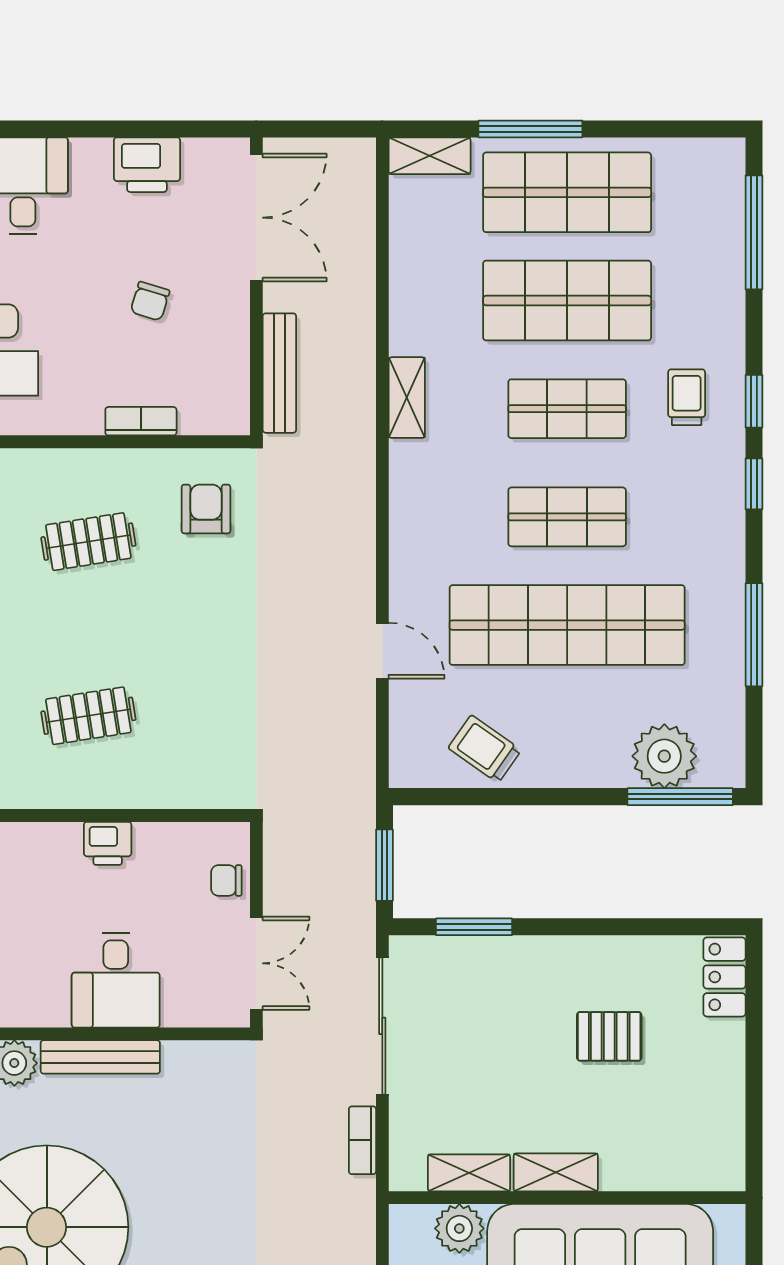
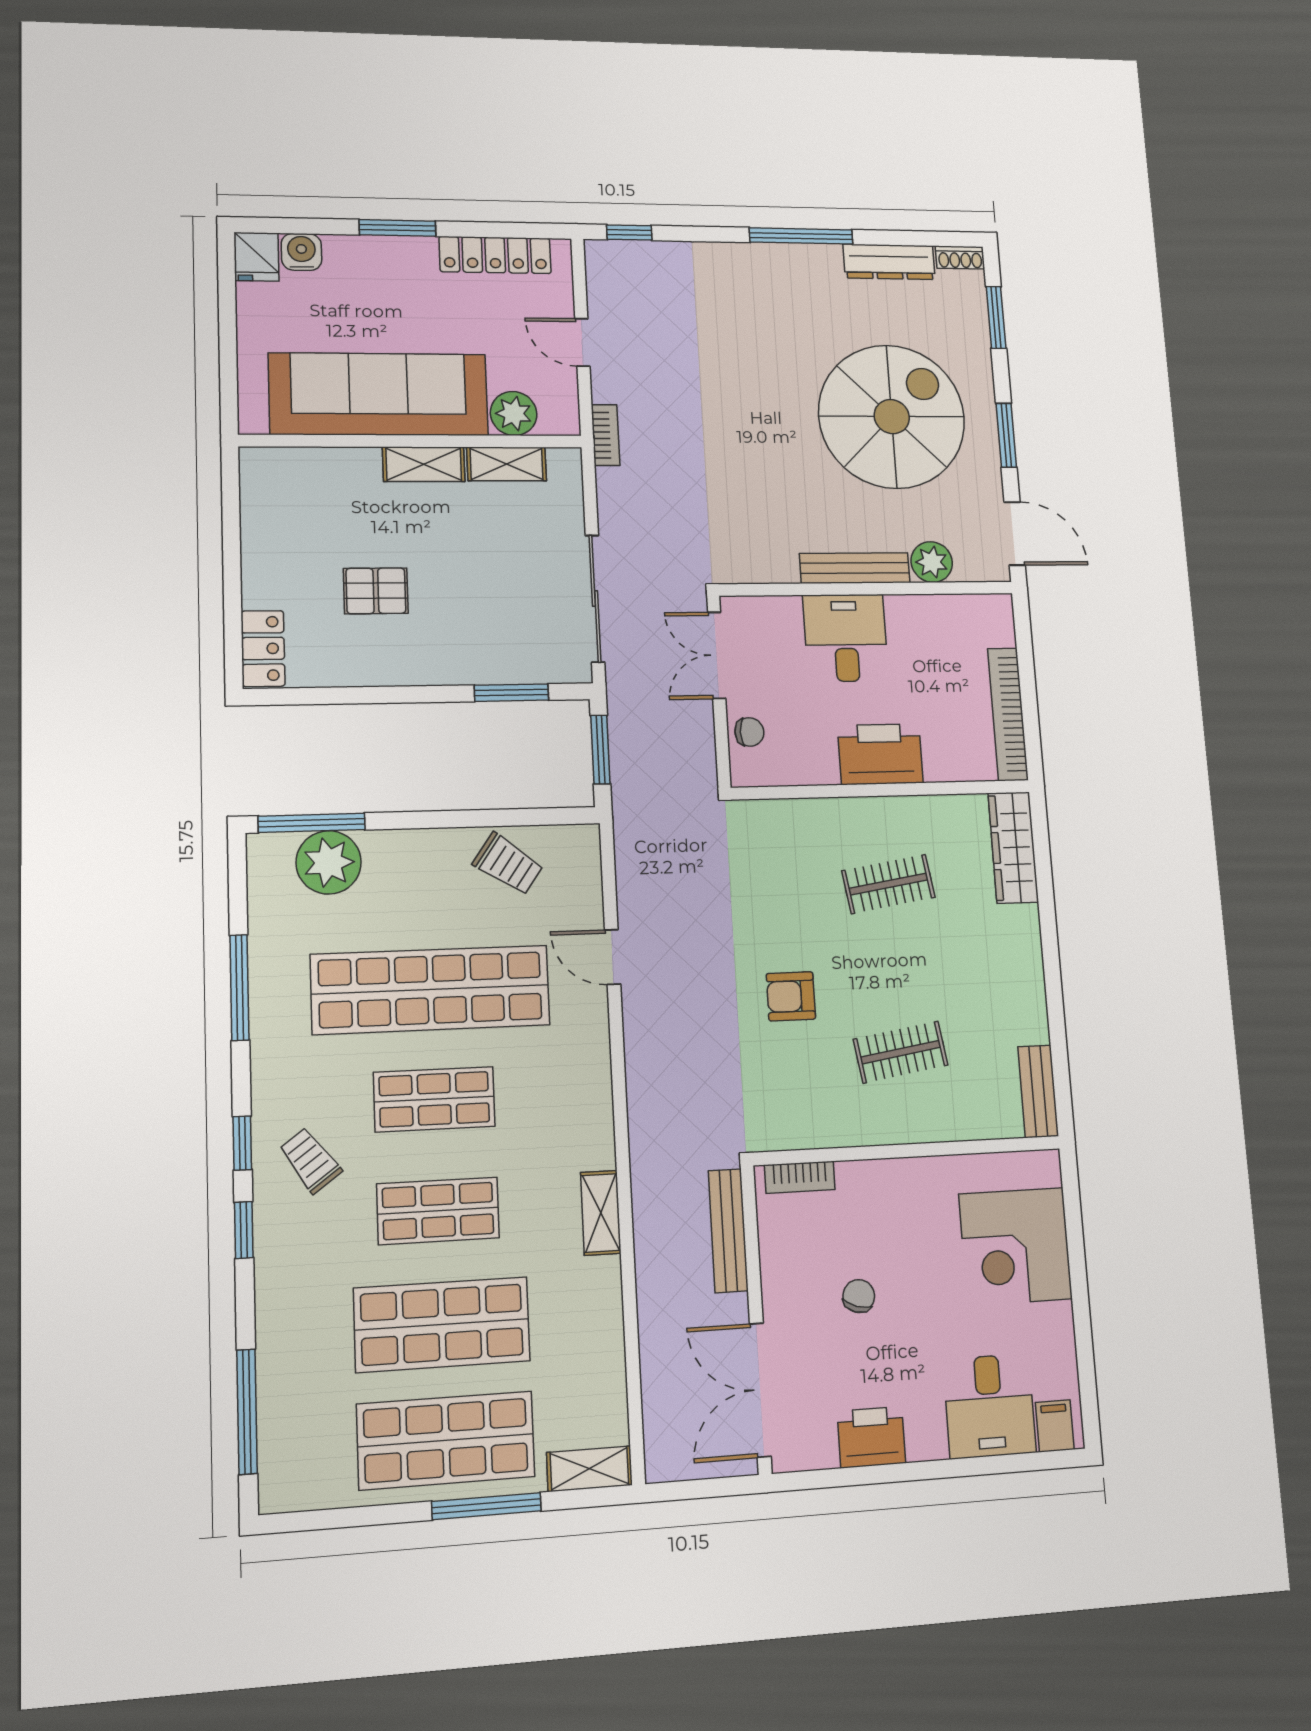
trolley: (687, 397) -> (310, 1160), moved, turned 144
bookcase: (141, 421) -> (800, 1177), moved
armchair: (206, 509) -> (791, 996), moved, turned 90
printer: (108, 843) -> (880, 754), width x1.87, depth x1.48
bookcase: (362, 1140) -> (606, 435), moved

